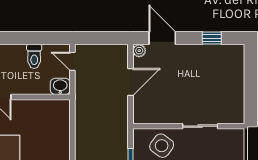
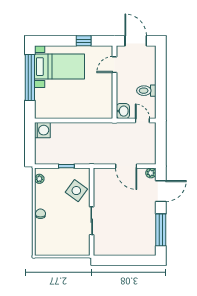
window: (212, 38) -> (161, 230), width x2.17
door: (72, 61) -> (142, 121), hinge flipped

